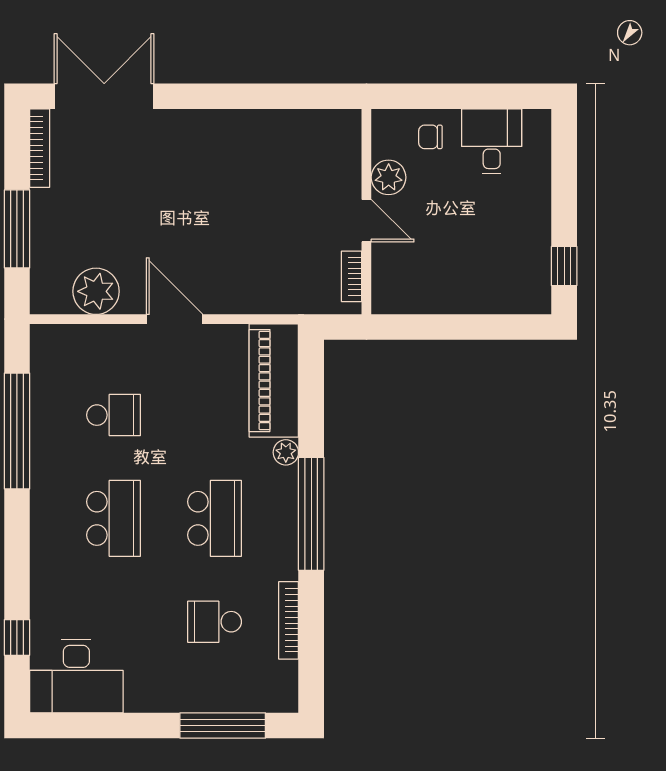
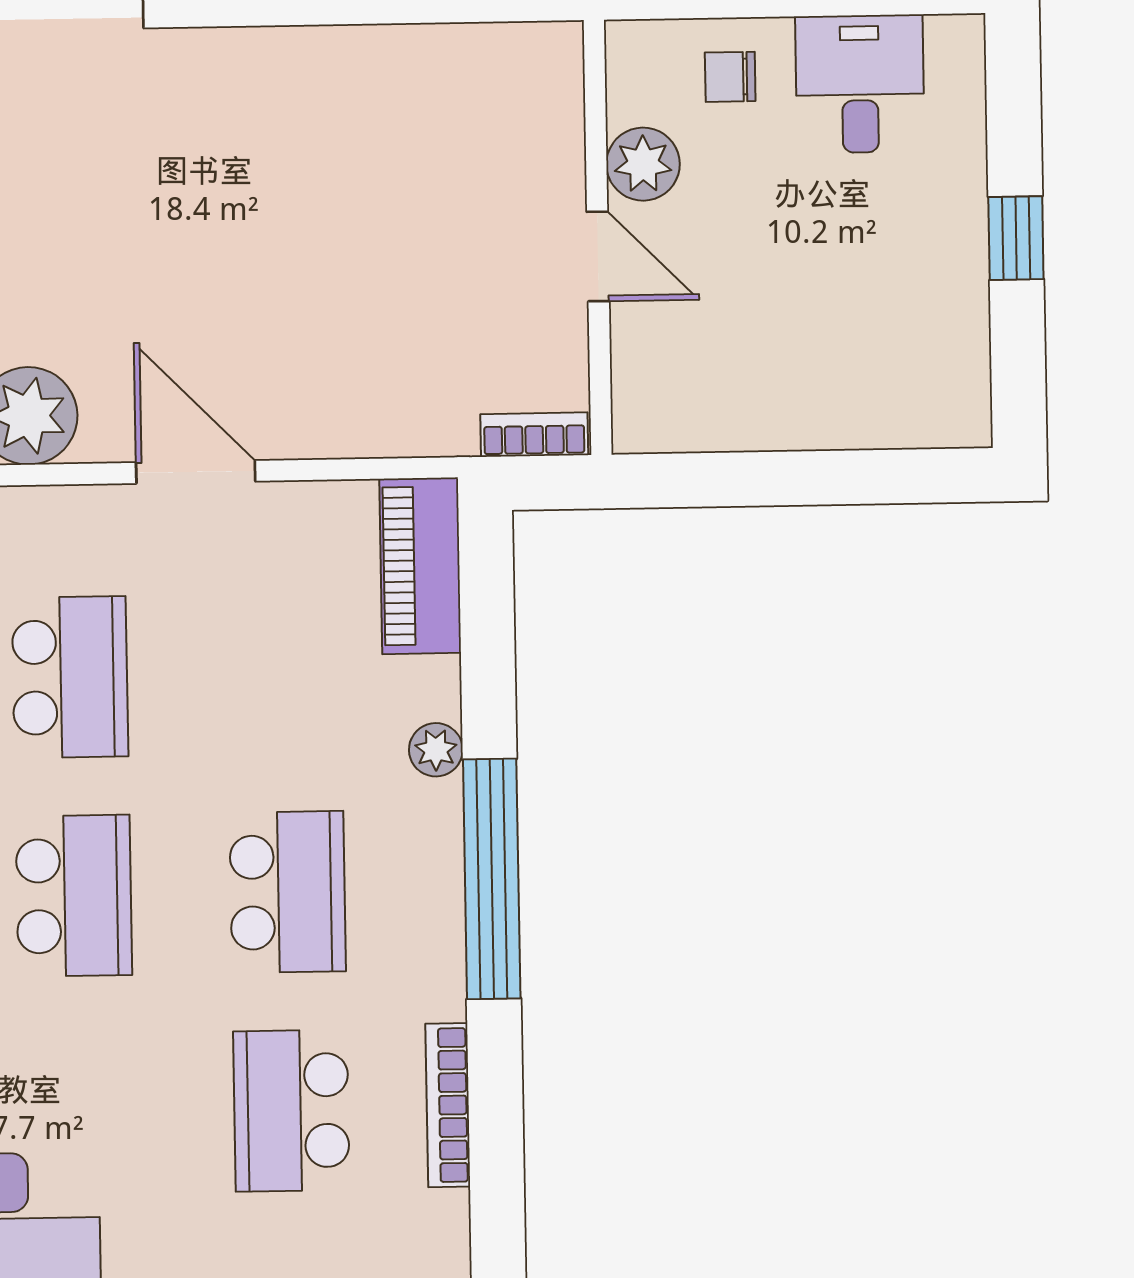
window: (564, 266) -> (1016, 238), moved
bookcase: (352, 276) -> (534, 435), moved, turned 90
piano: (274, 381) -> (420, 566), width x0.73, depth x0.75
school desk: (114, 415) -> (70, 677), width x1.85
school desk: (215, 622) -> (291, 1111), width x1.85

